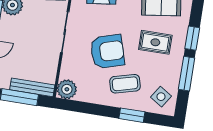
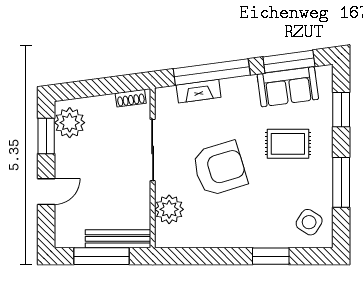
window: (192, 38) -> (341, 110), moved
coffee table: (125, 84) -> (253, 212), removed
plant: (67, 89) -> (169, 209), moved

